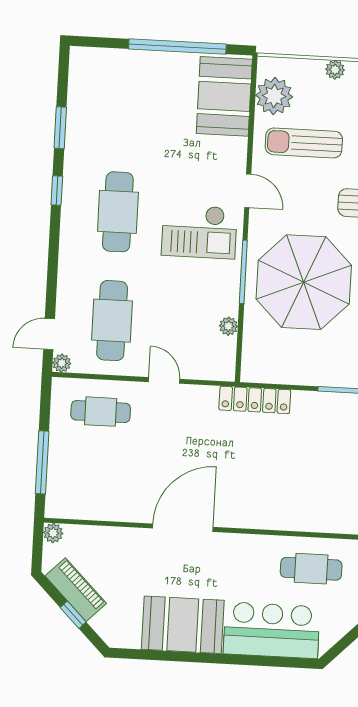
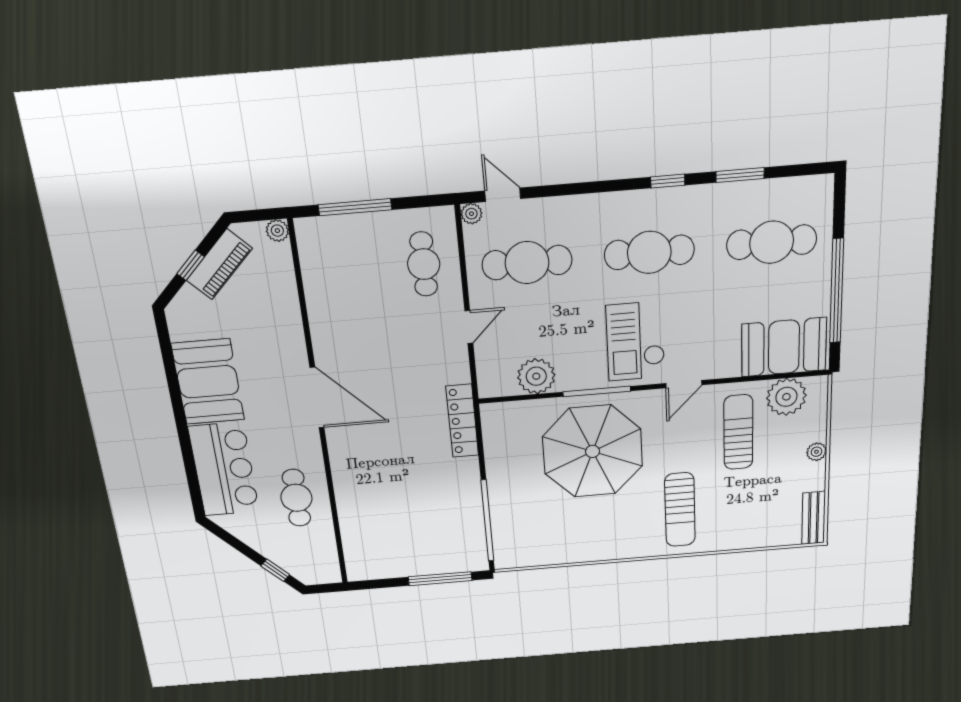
cafe table: (124, 103) -> (772, 242), added
plant: (228, 326) -> (536, 376), width x1.88, depth x1.88
door: (183, 528) -> (317, 398), moved

